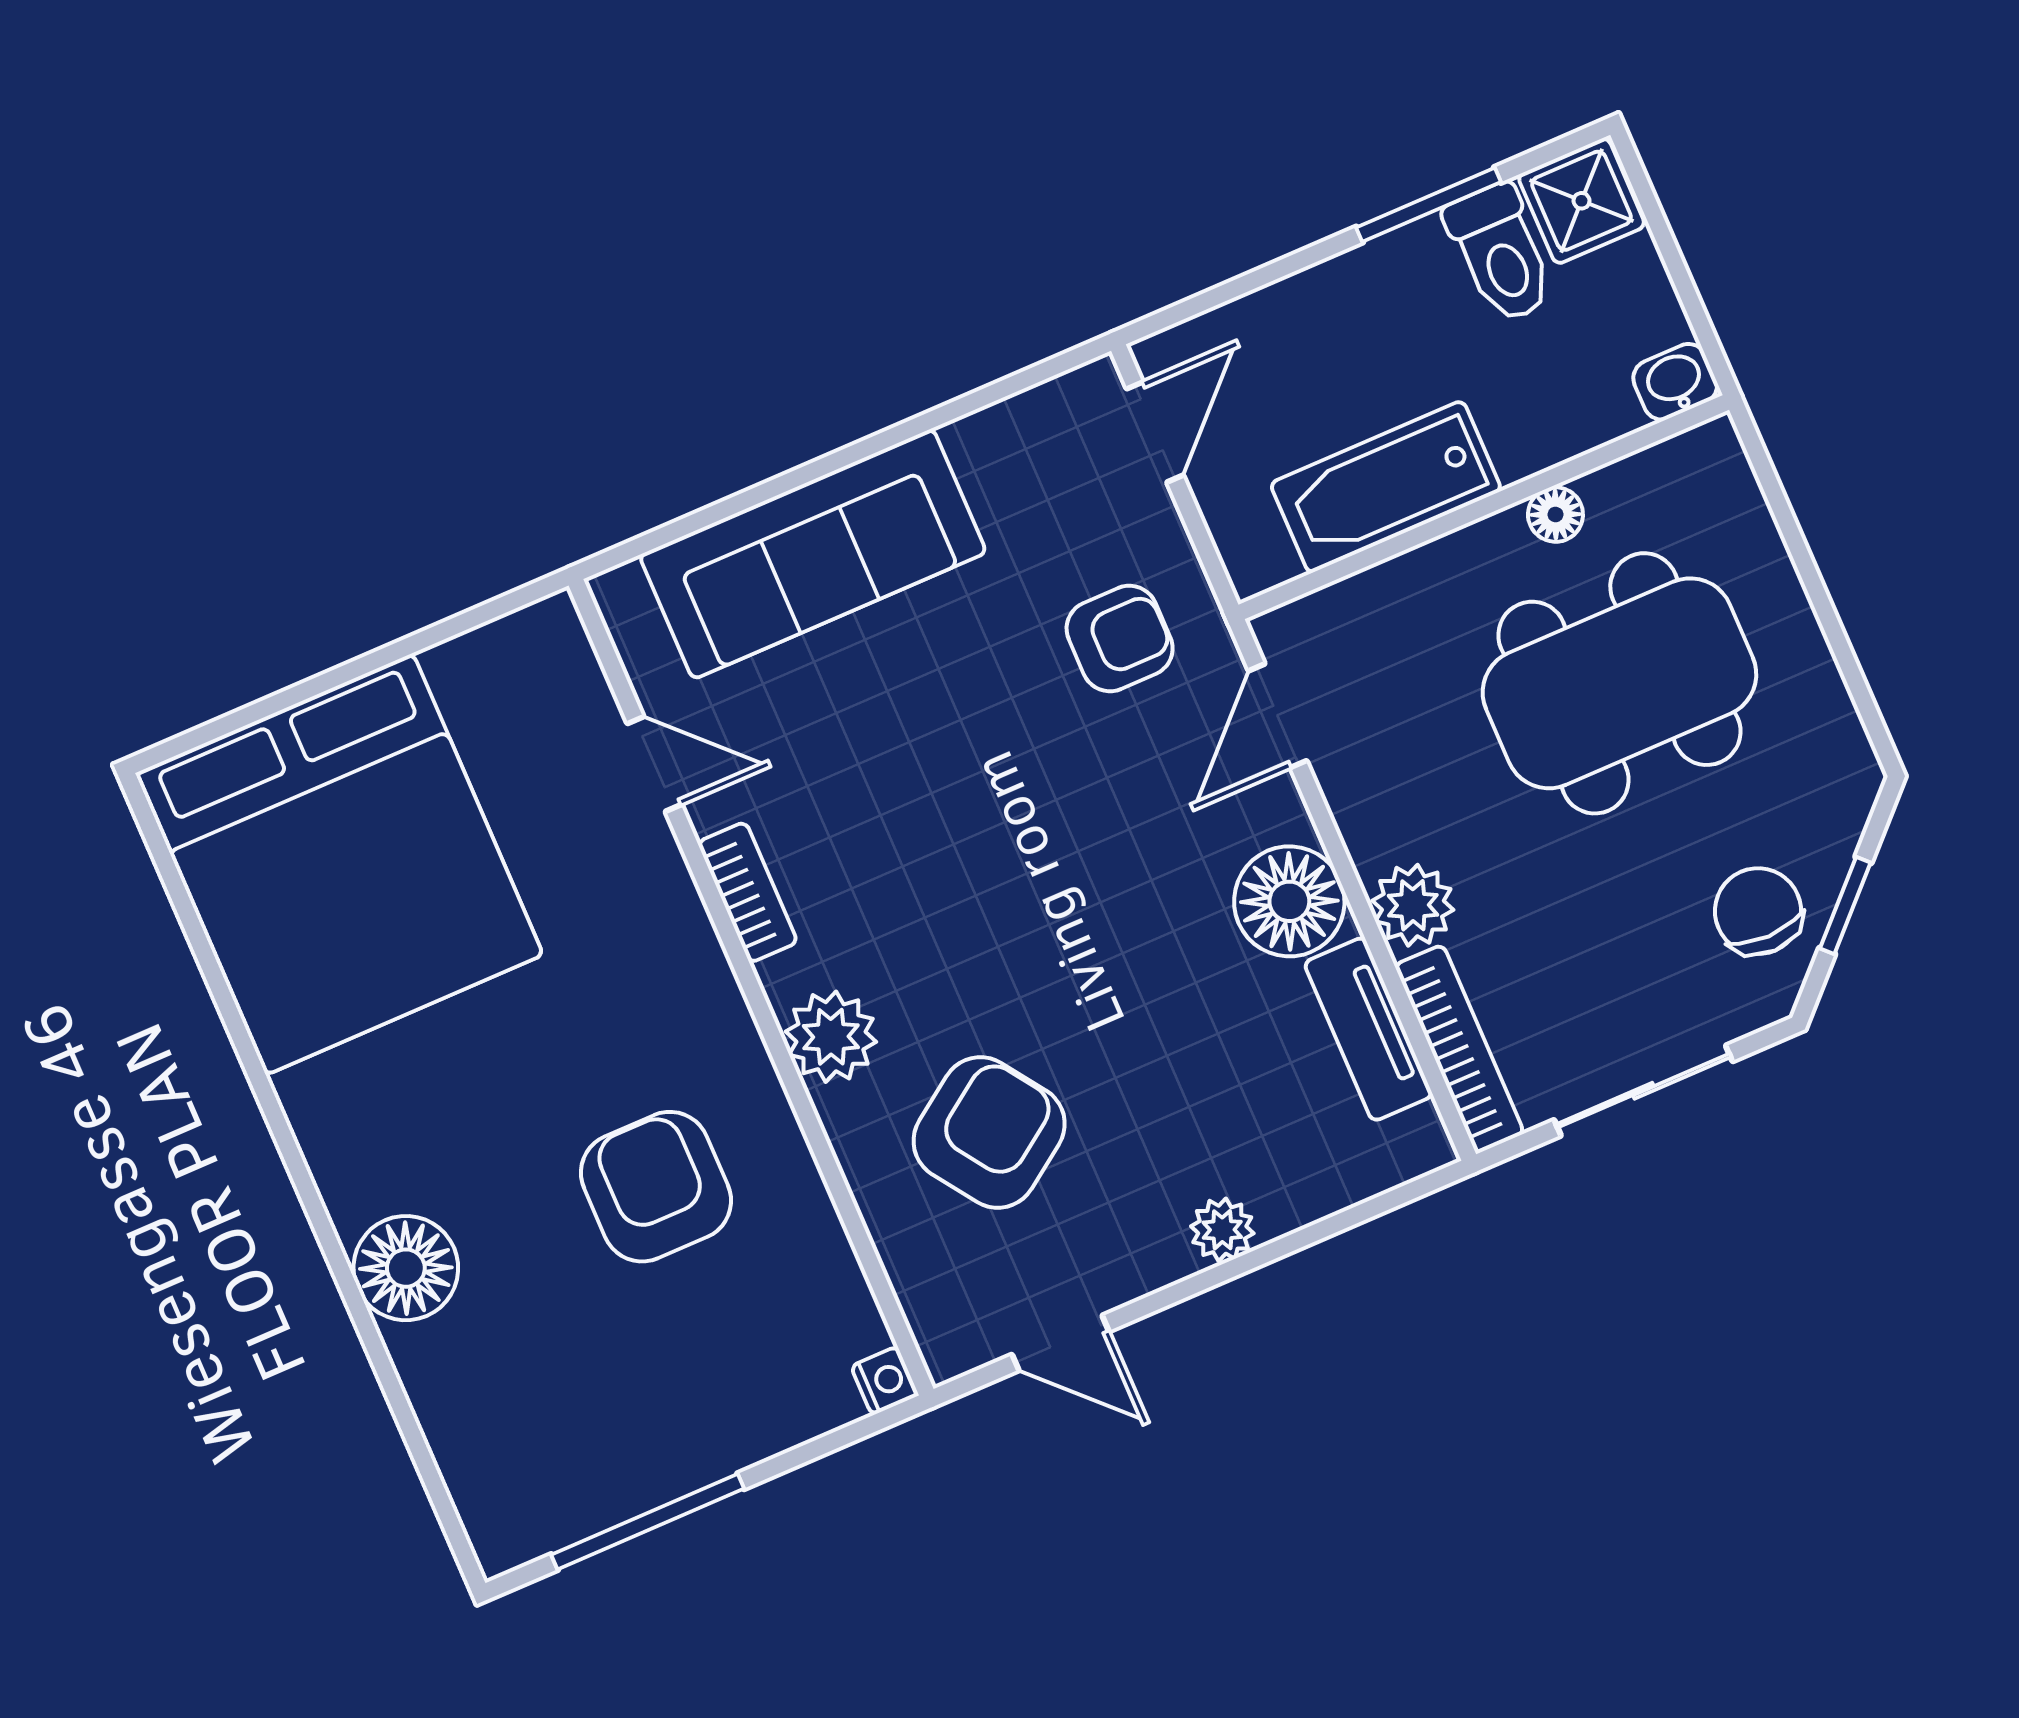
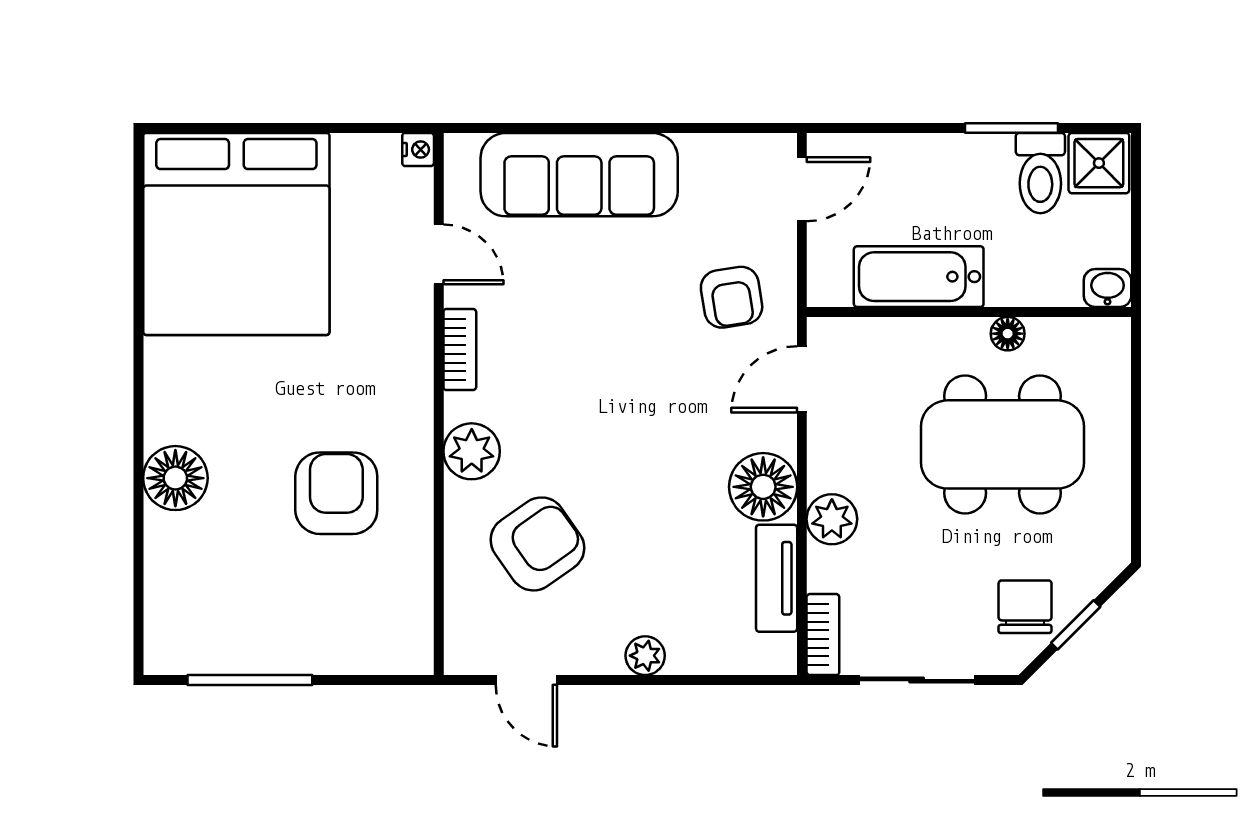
armchair: (1120, 639) -> (732, 297), turned 81
bookcase: (1459, 1049) -> (823, 635), width x0.64
nightstand: (885, 1381) -> (418, 150), moved

